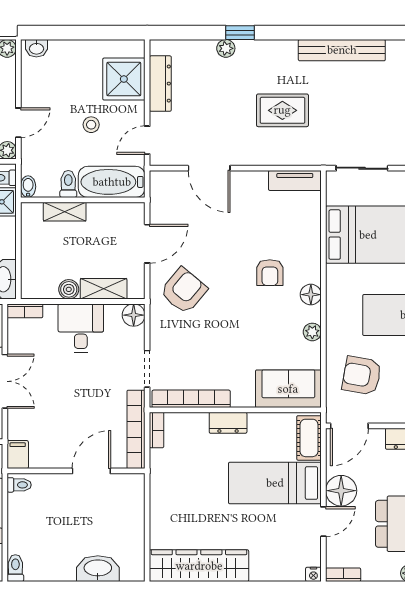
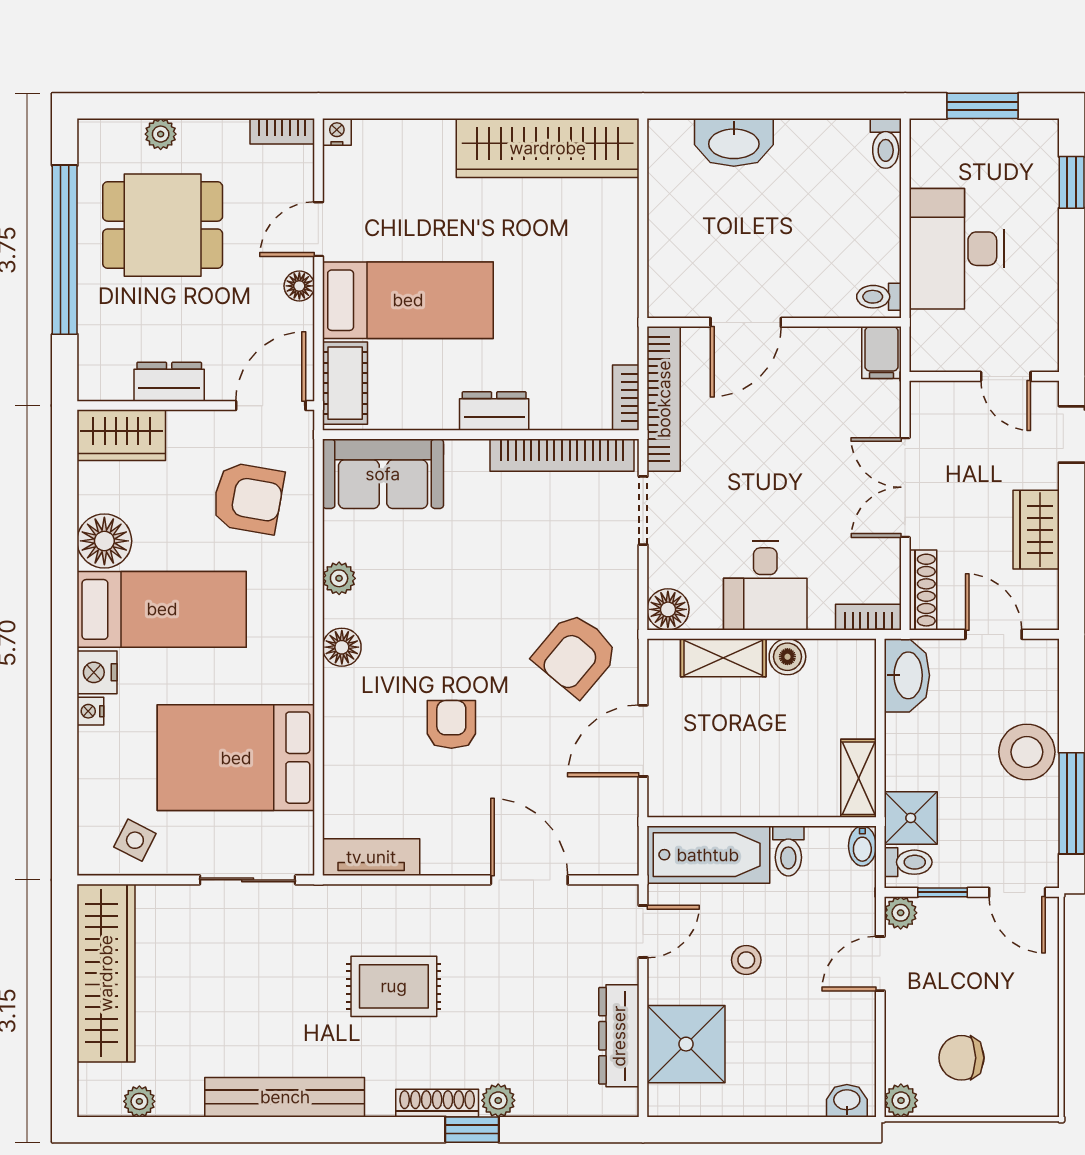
shoe rack: (259, 47) -> (437, 1103), added
shelving: (65, 212) -> (858, 778), moved, turned 90
armchair: (270, 273) -> (451, 724), moved
floor lamp: (341, 491) -> (299, 286), width x0.53, depth x0.53

